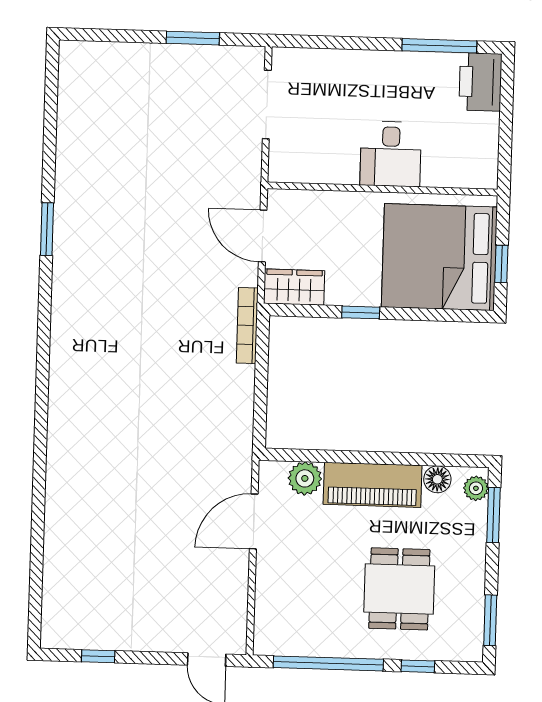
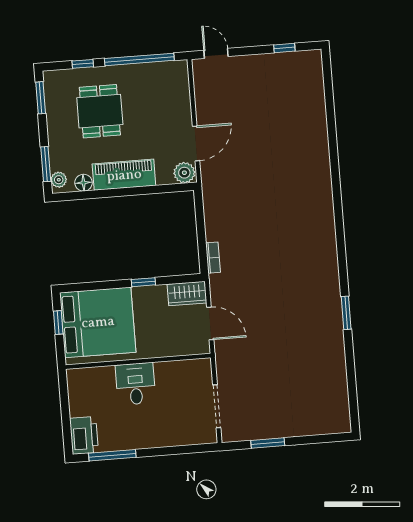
bookcase: (247, 326) -> (213, 258), width x0.64
plant: (305, 478) -> (184, 173), moved

